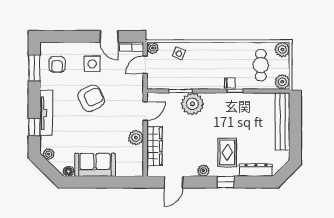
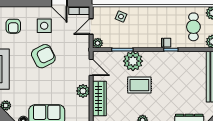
plant: (153, 48) -> (98, 43), moved
door: (145, 111) -> (91, 67), hinge flipped
rug: (227, 152) -> (139, 85), moved, turned 90

